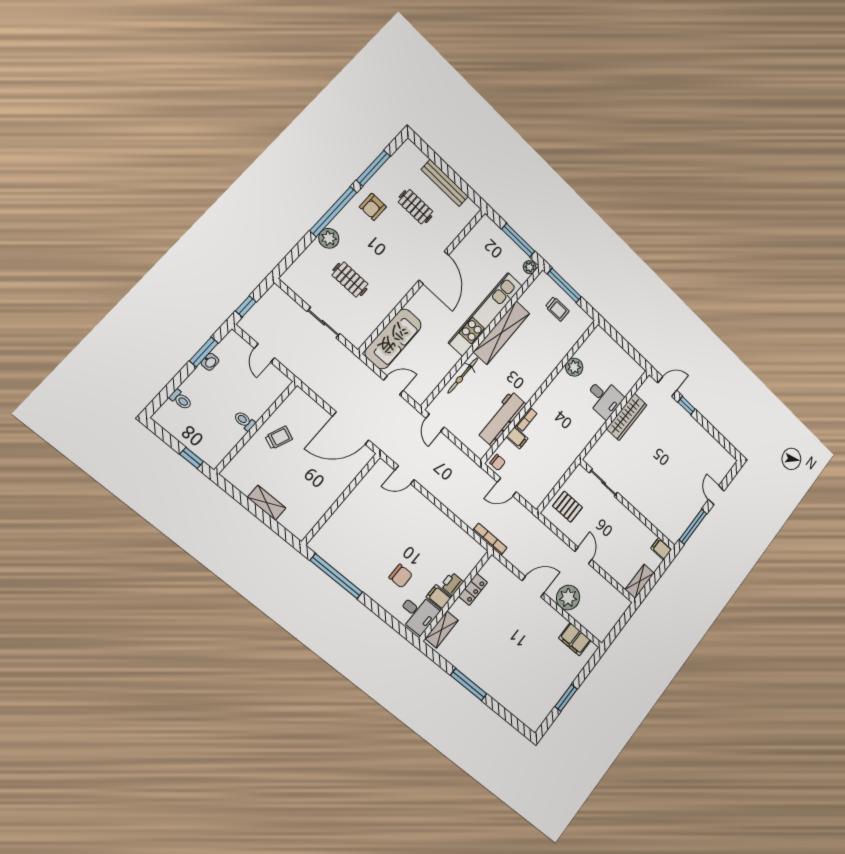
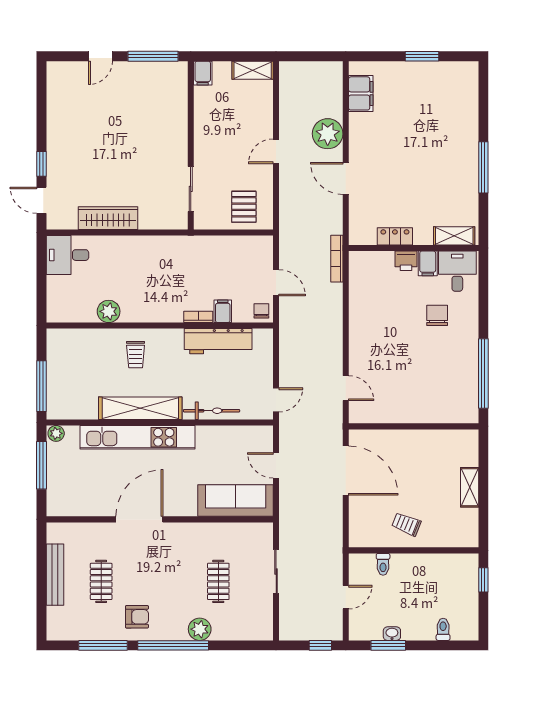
trolley: (557, 309) -> (136, 355), moved, turned 180
desk: (604, 398) -> (67, 255), moved, turned -90
toilet: (244, 421) -> (383, 564), moved

